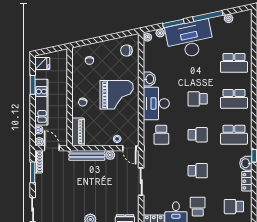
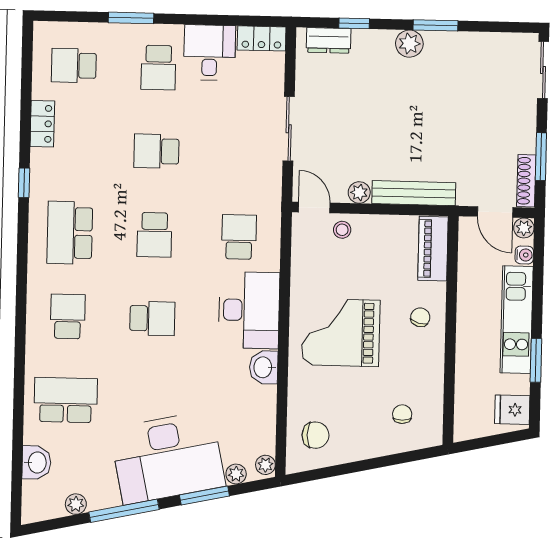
school desk: (234, 99) -> (68, 316), width x0.54
school desk: (198, 135) -> (154, 235), turned -90
school desk: (234, 135) -> (70, 233), turned -90
washbasin: (246, 163) -> (36, 462), moved
school desk: (234, 207) -> (74, 65), turned 180

